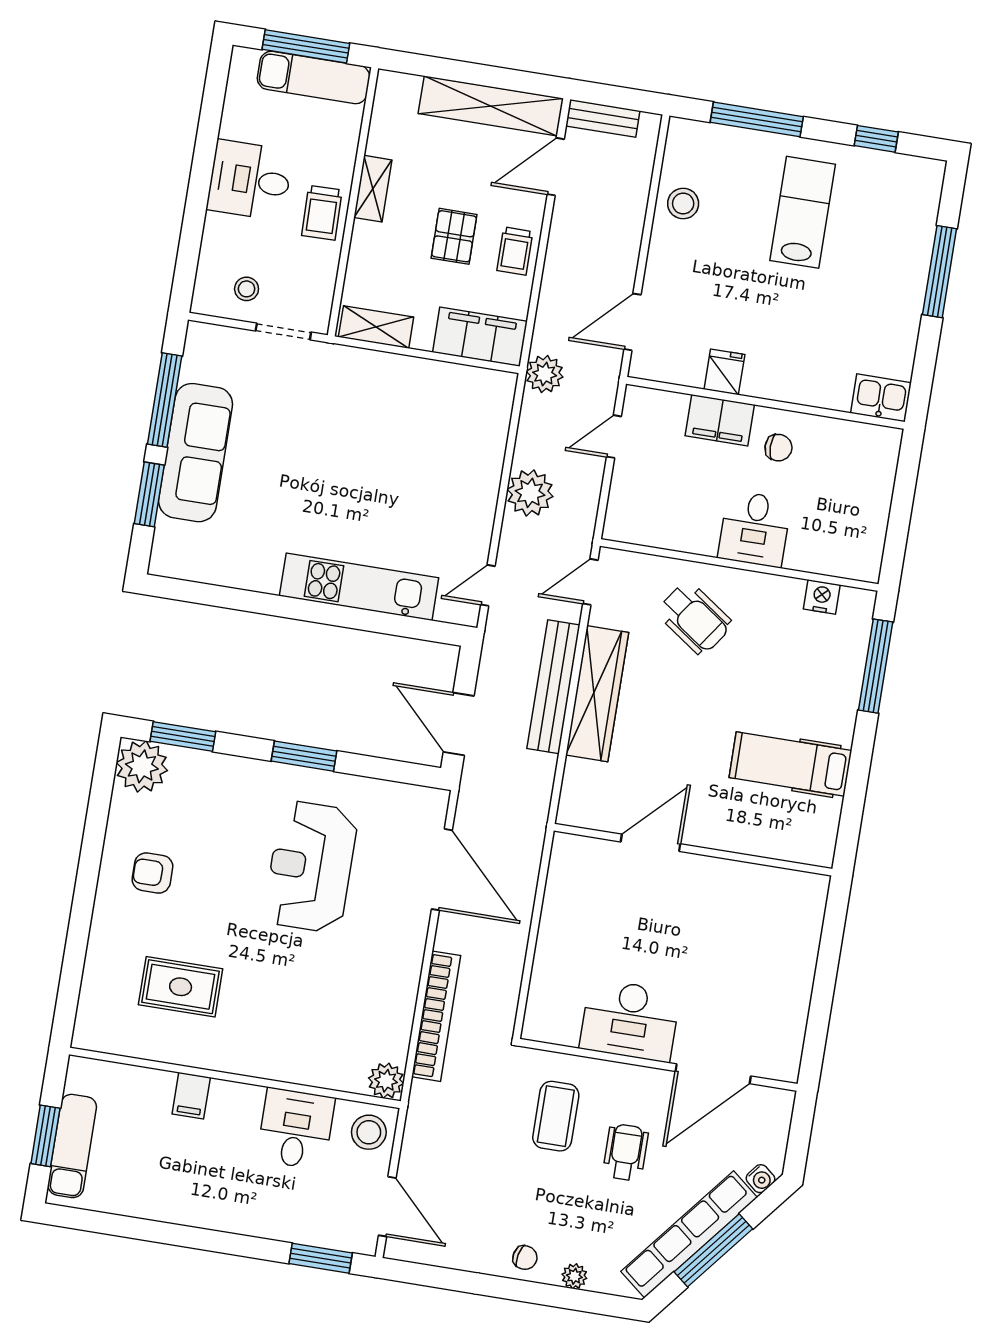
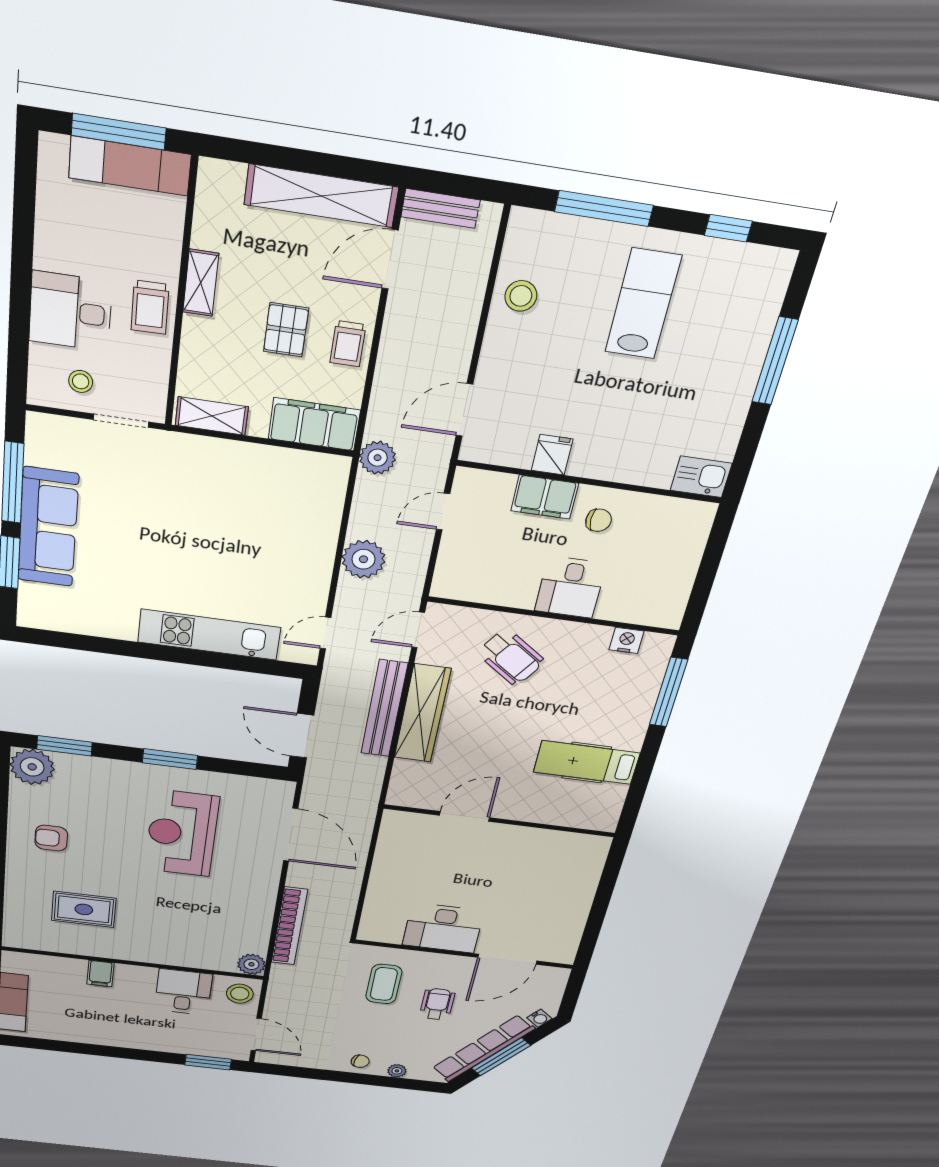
desk: (250, 180) -> (70, 311), moved

